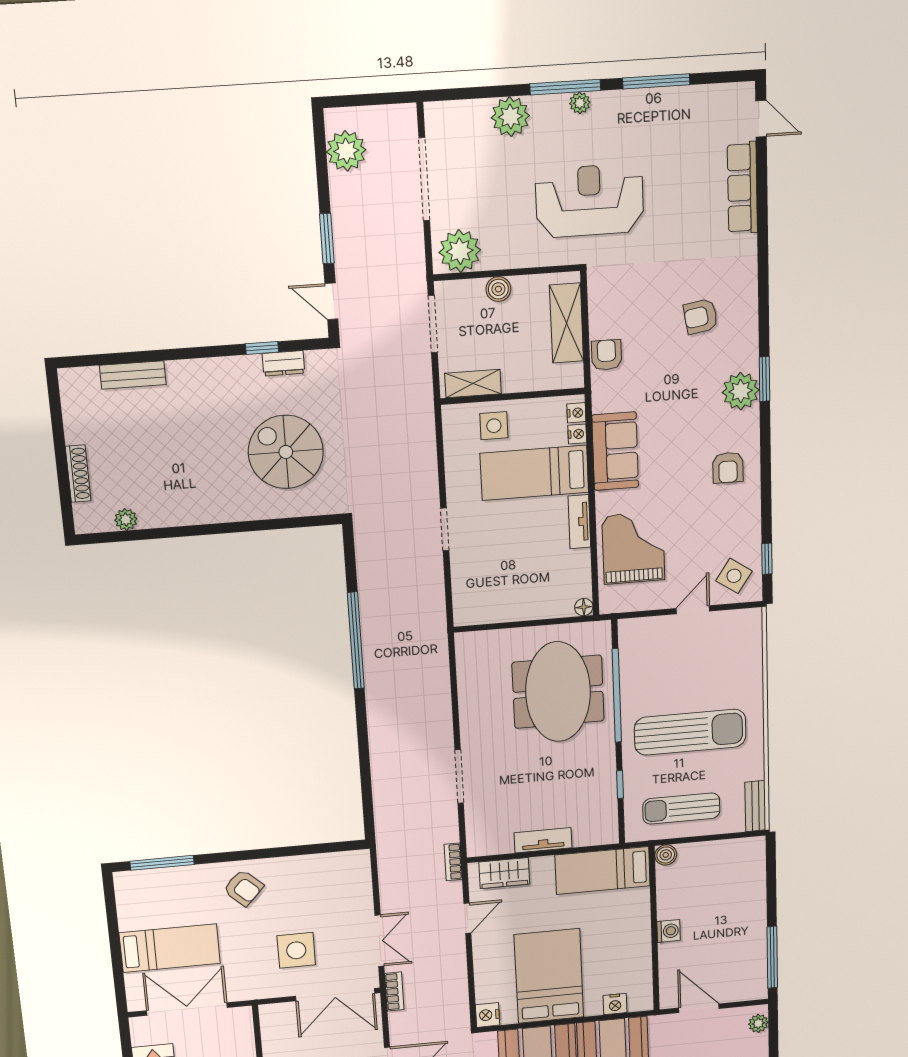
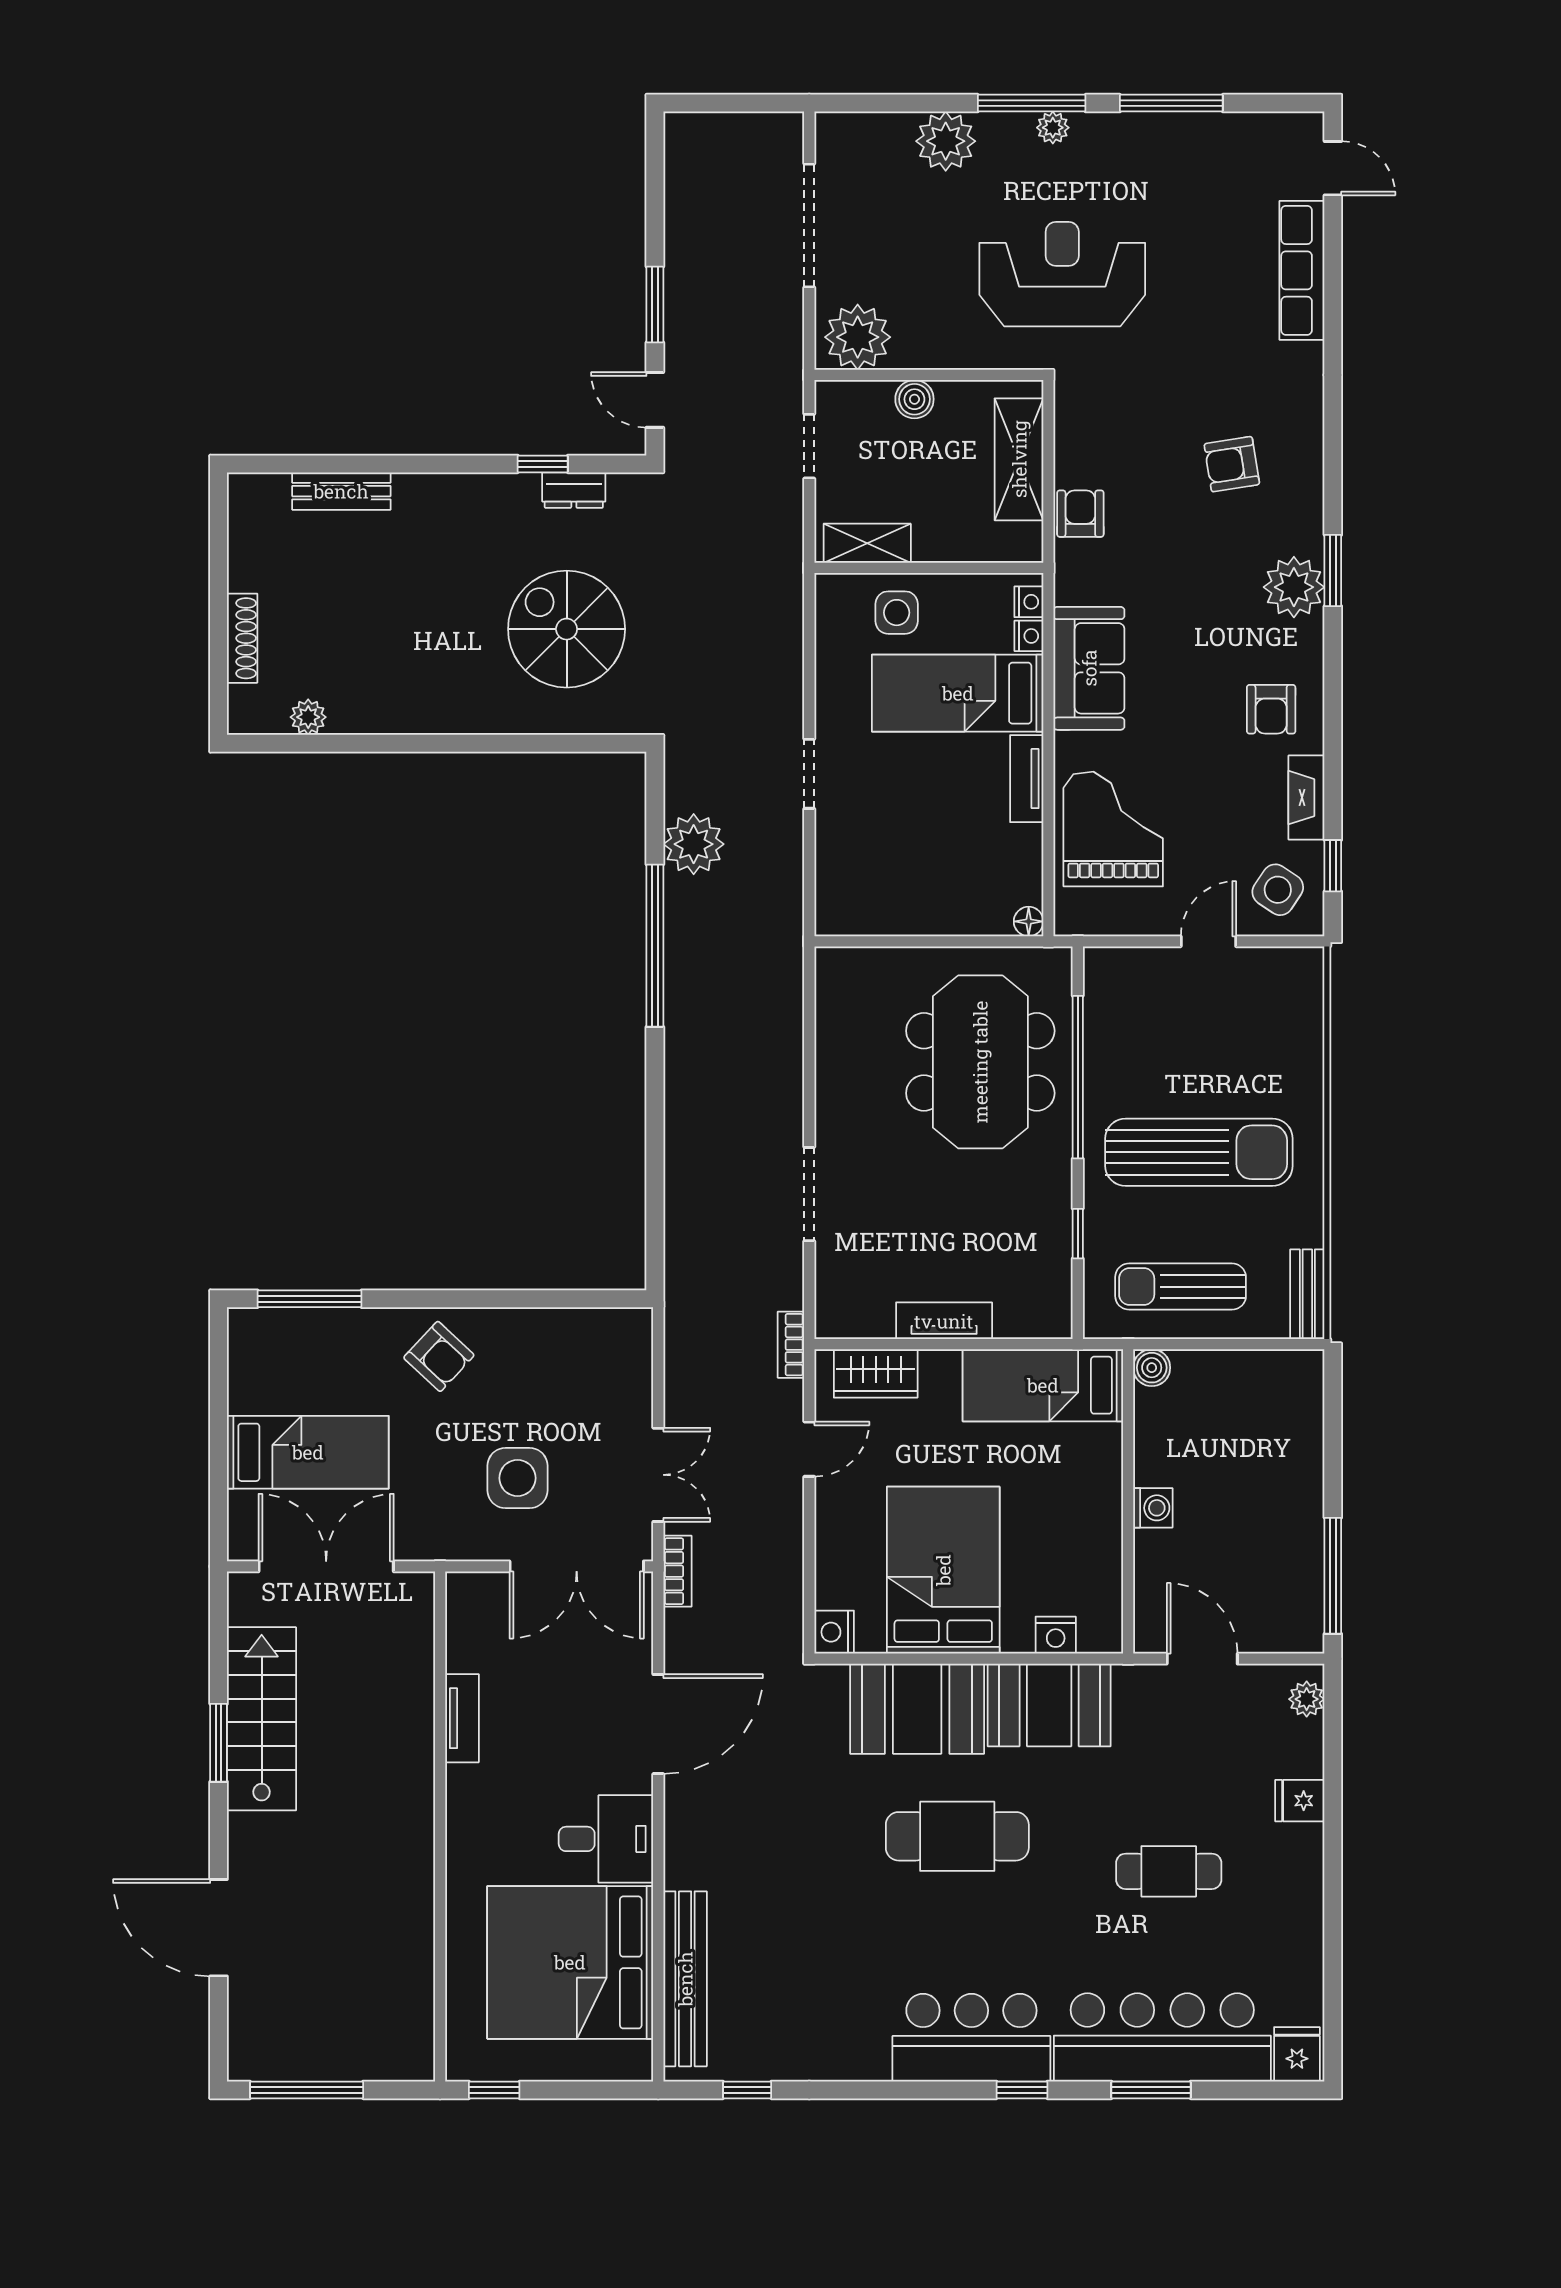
plant: (346, 151) -> (694, 844), moved
doorway: (433, 324) -> (809, 446), width x0.73
fireplace: (750, 519) -> (1306, 798), added

